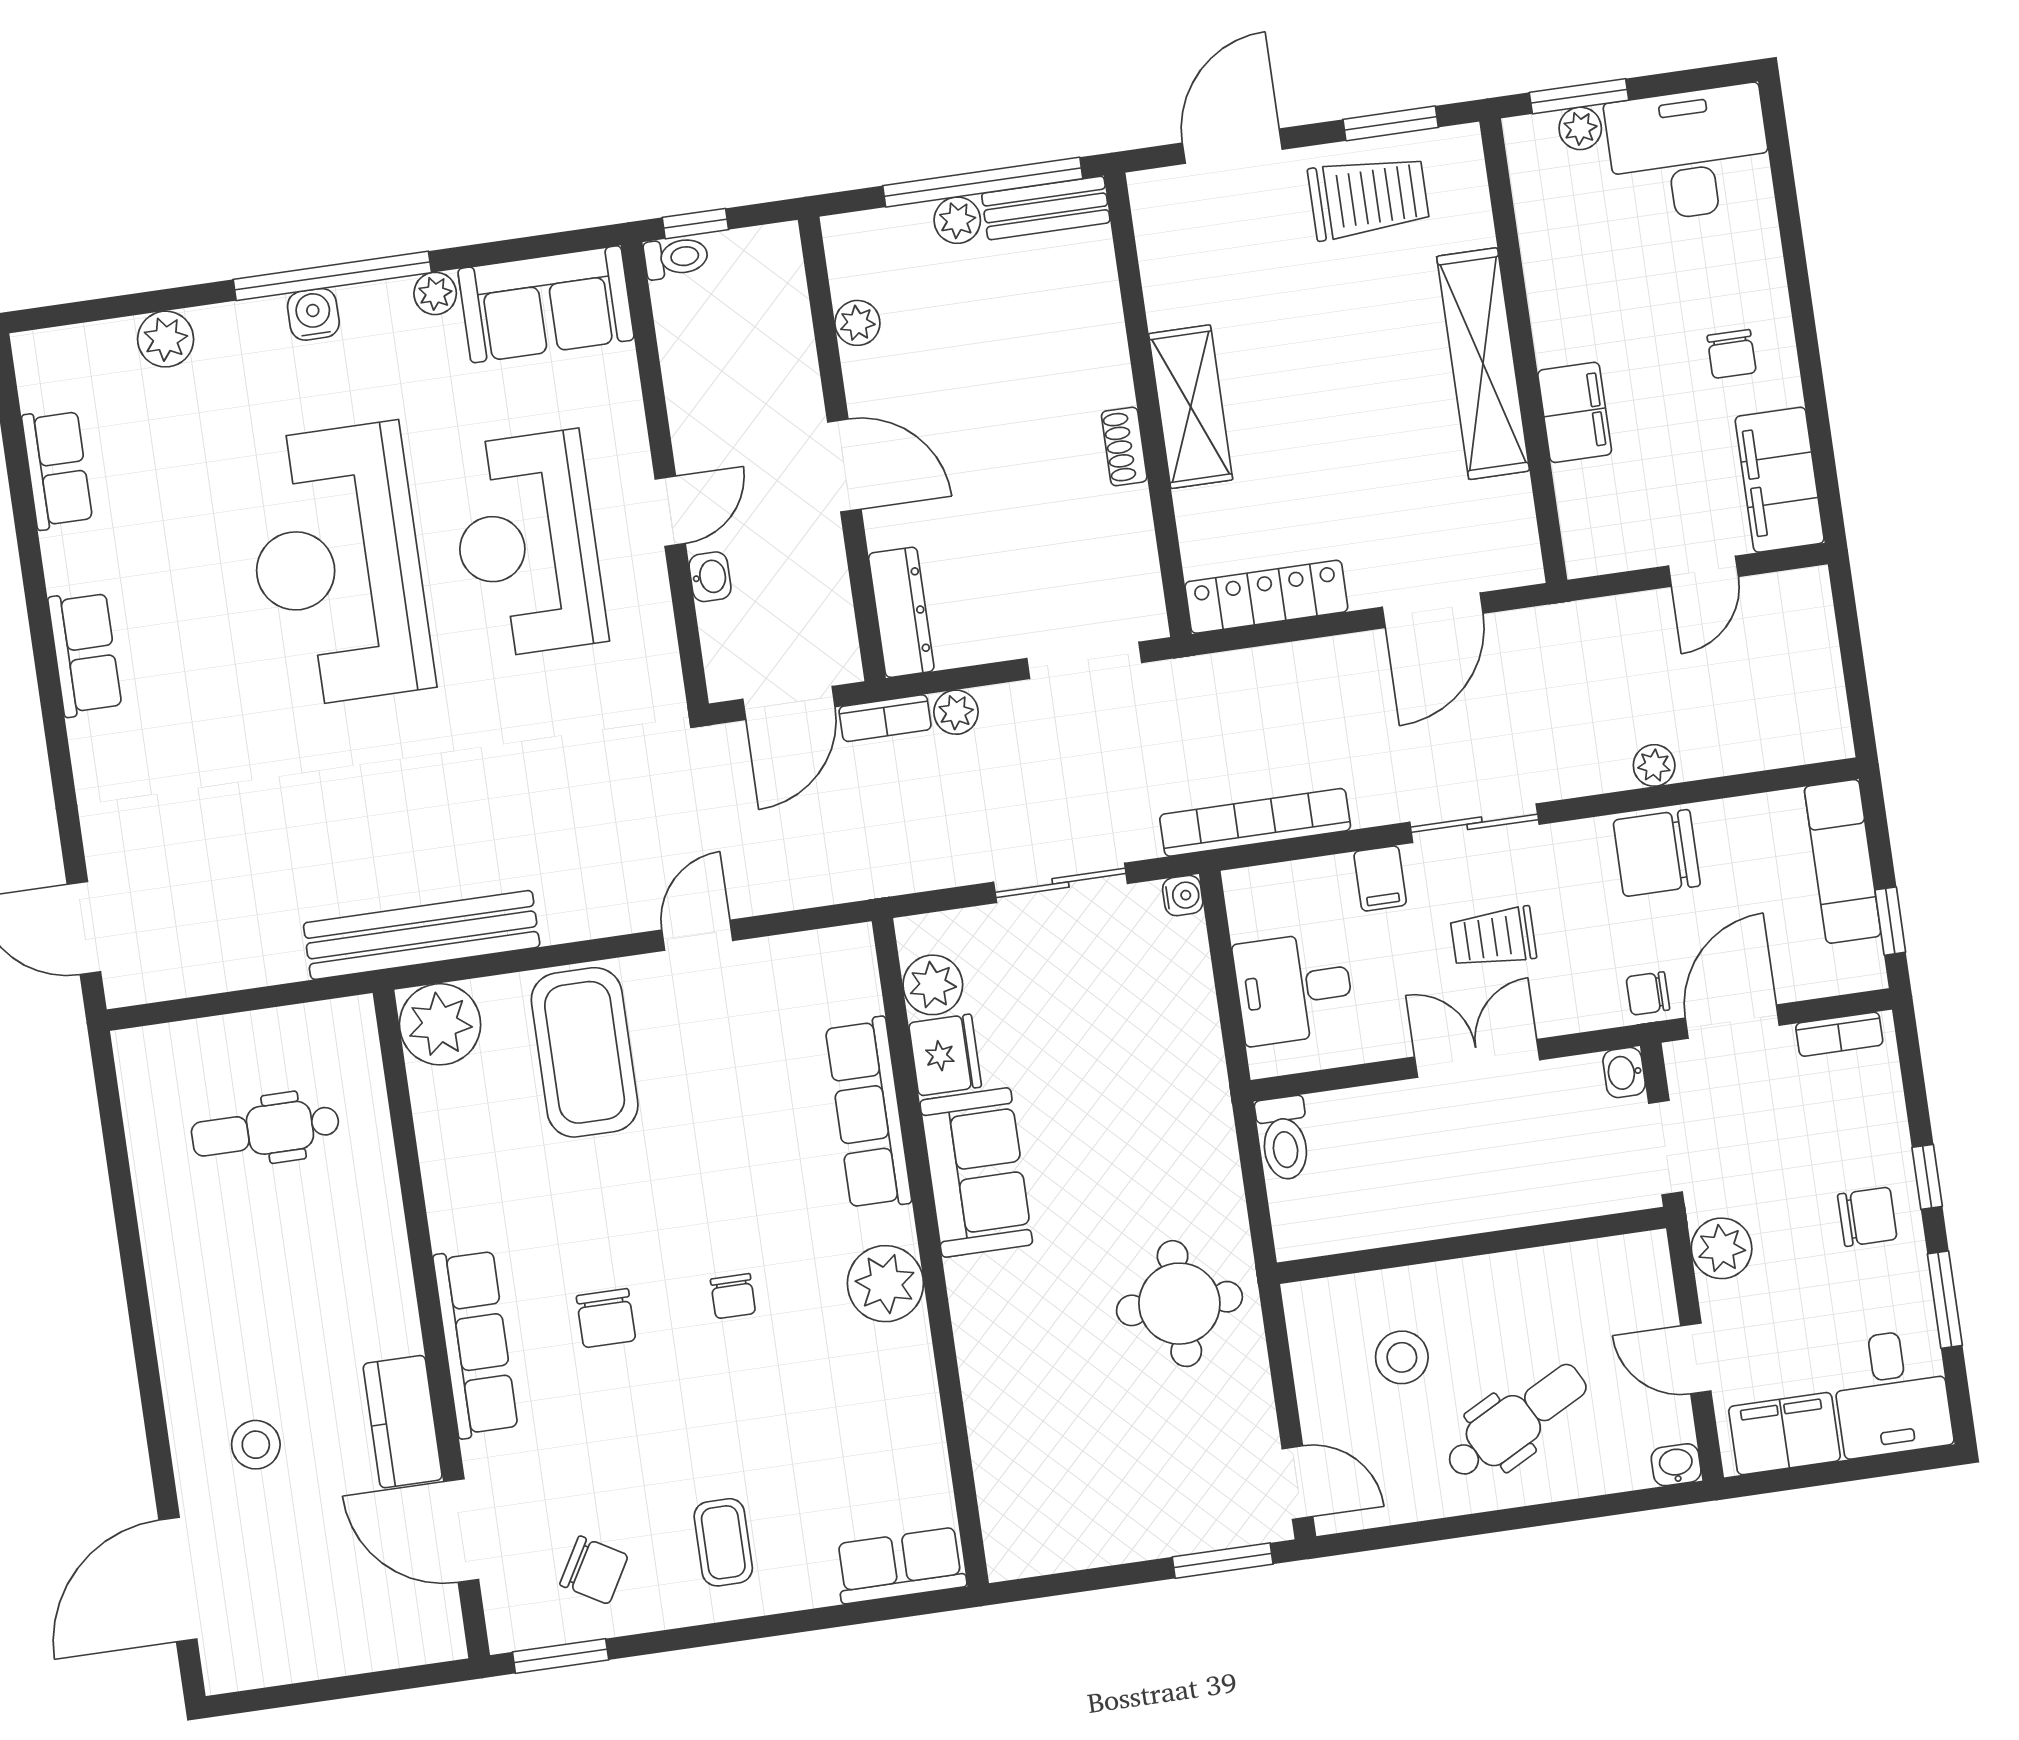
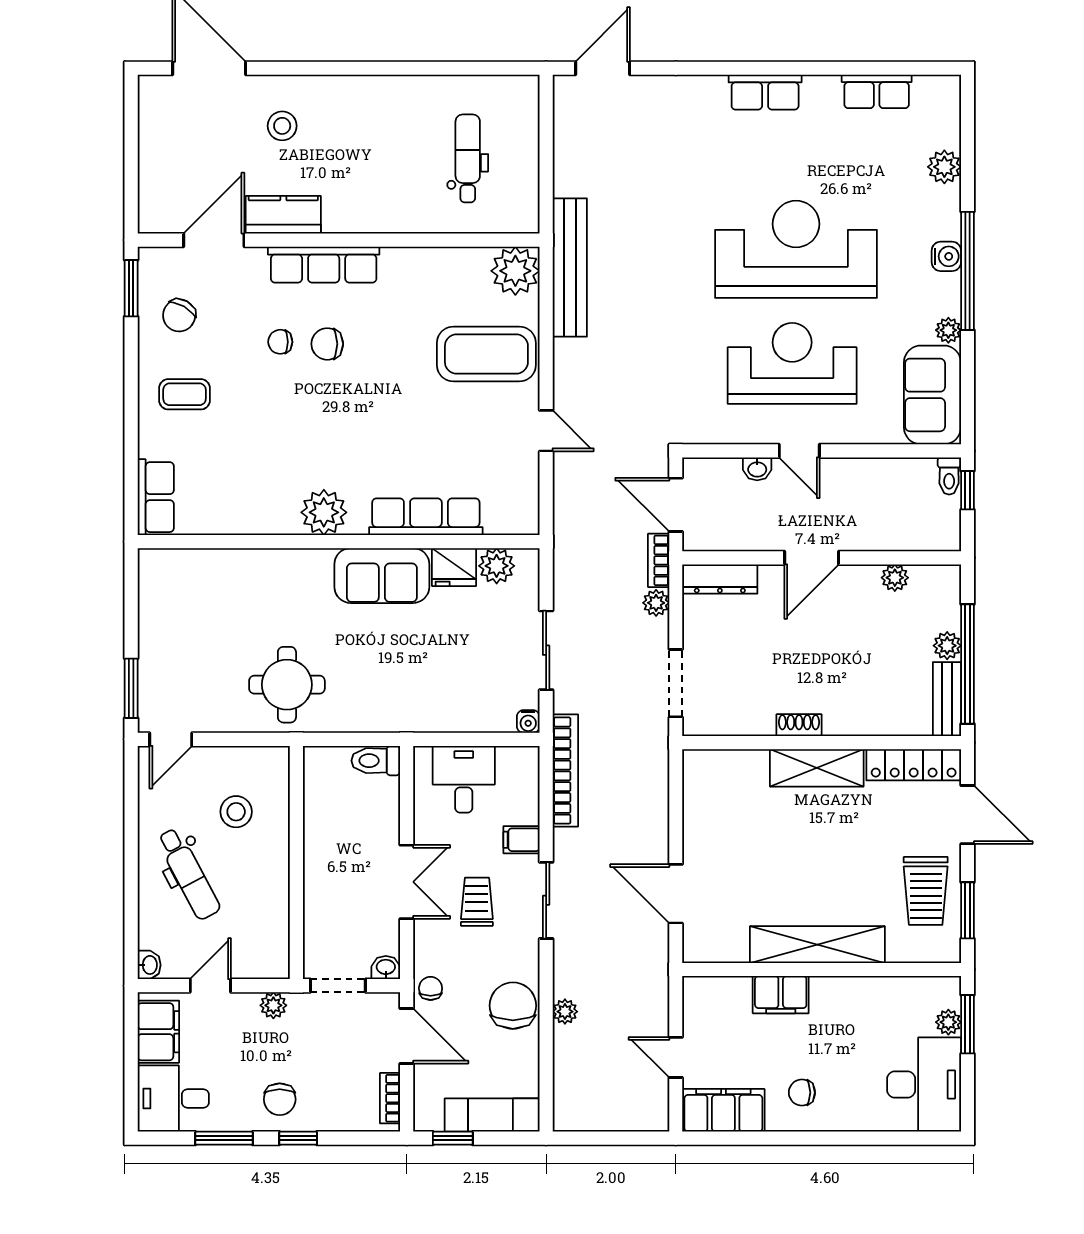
locker: (1266, 597) -> (914, 765), moved, turned 90
plant: (1722, 1248) -> (273, 1005), width x0.73, depth x0.73
chair: (733, 1296) -> (280, 342), moved

